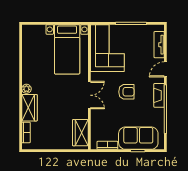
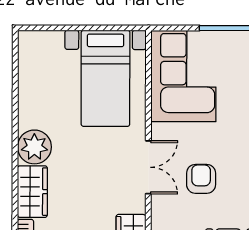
plant: (26, 89) -> (34, 147), width x1.88, depth x1.88
armchair: (126, 92) -> (201, 179), moved, turned -90

